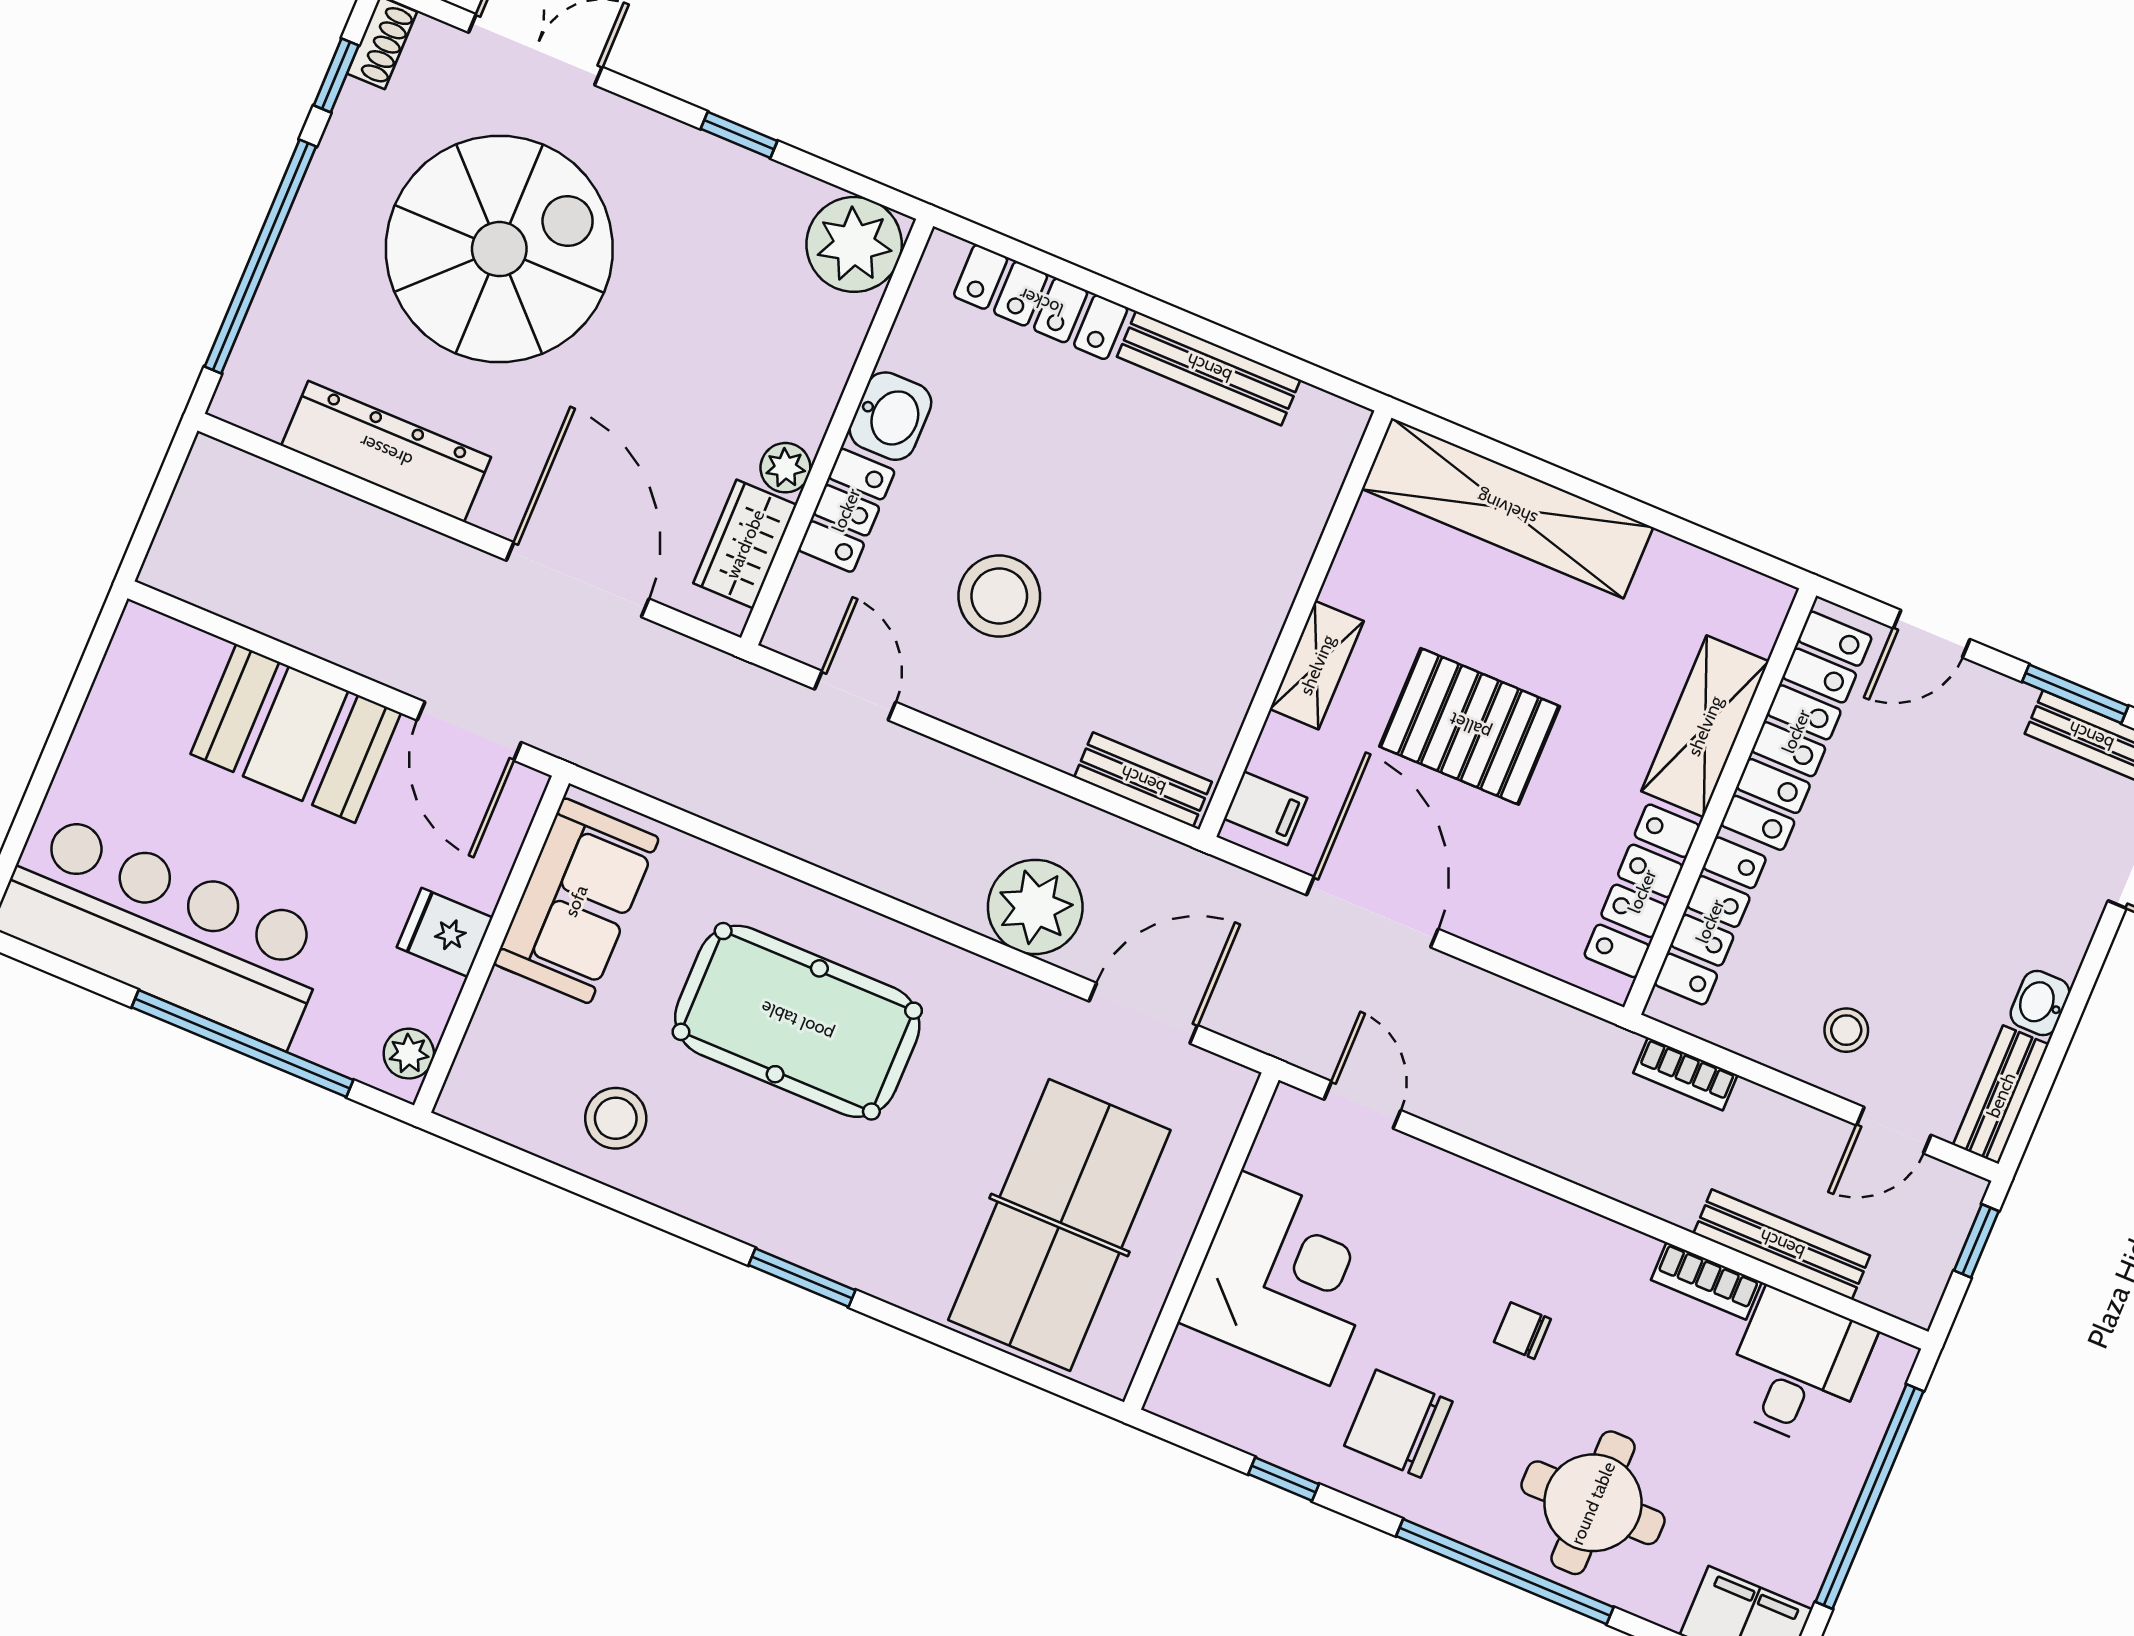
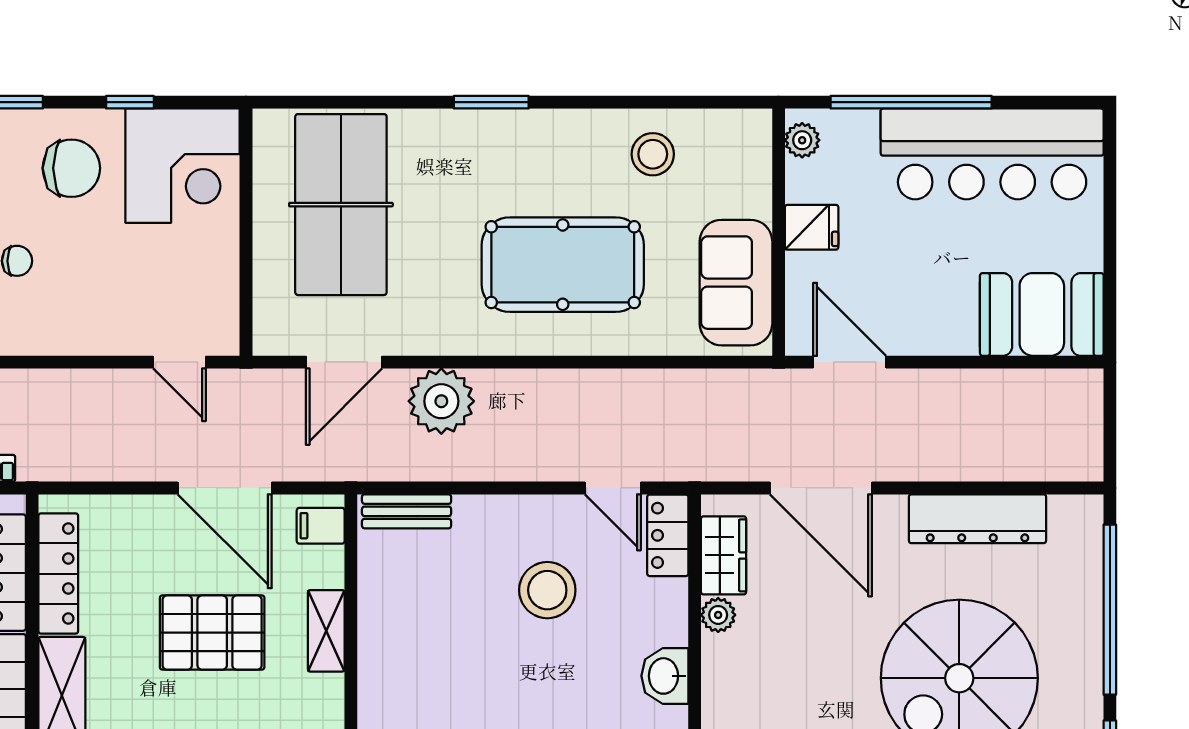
locker: (846, 510) -> (668, 535), moved
booth: (296, 733) -> (1042, 314), moved
corner desk: (1285, 1278) -> (183, 166), moved, turned -90

